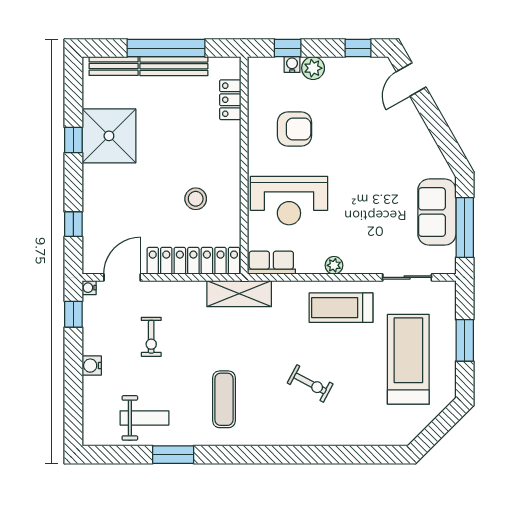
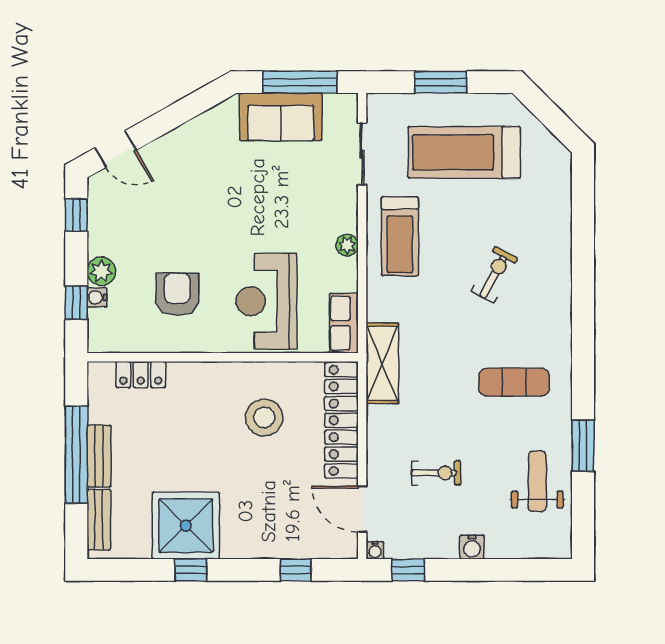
bench: (174, 66) -> (99, 456), width x0.73
stool: (196, 199) -> (264, 417), width x1.38, depth x1.38
reception desk: (289, 201) -> (266, 301), turned 180

